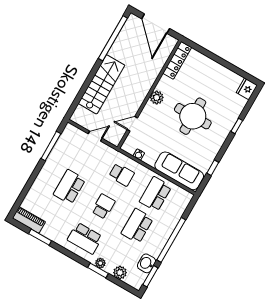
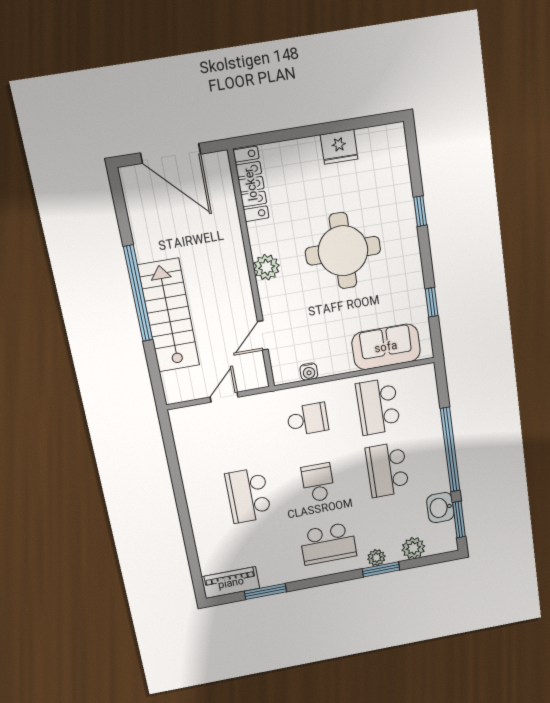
window: (113, 38) -> (138, 293), moved
fridge: (247, 89) -> (339, 147), moved, turned -90
window: (51, 146) -> (173, 463), removed
sofa: (179, 171) -> (386, 347), width x0.73

